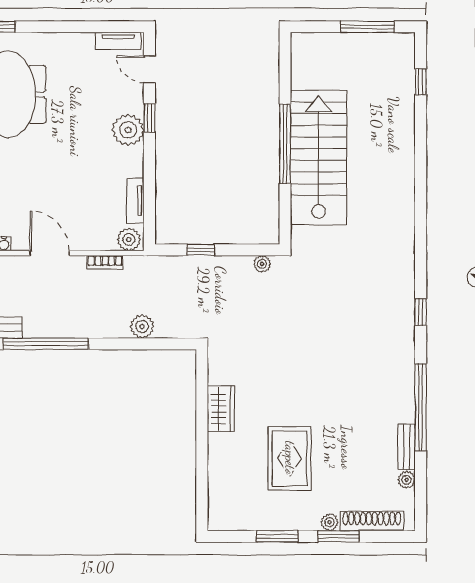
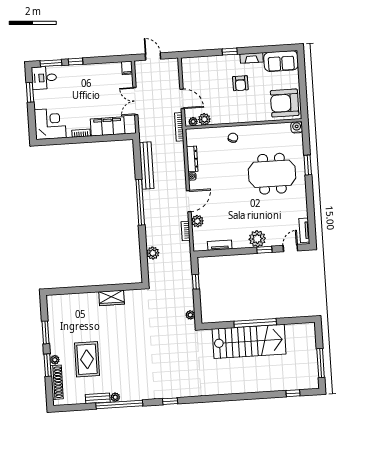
plant: (129, 239) -> (197, 221), moved
rug: (290, 458) -> (87, 359), moved, turned 90
plant: (407, 480) -> (115, 397), moved

